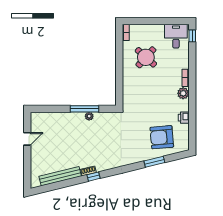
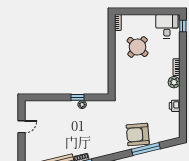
window: (84, 109) -> (77, 97), width x0.46
armchair: (162, 137) -> (138, 134), moved
window: (154, 162) -> (146, 149), width x1.44

